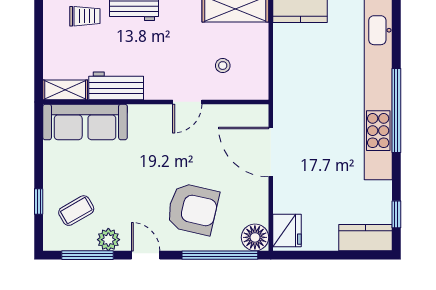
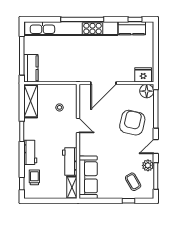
kitchen counter: (366, 238) -> (132, 28), moved, turned -90

